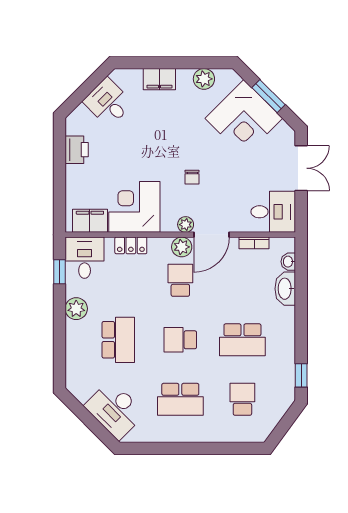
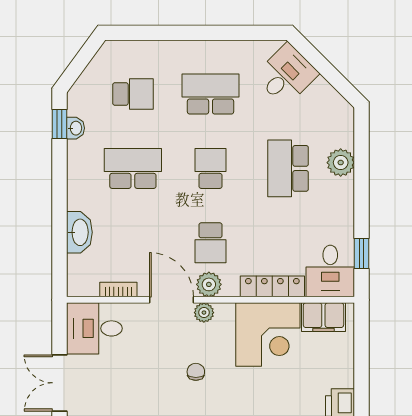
door: (212, 235) -> (172, 300), hinge flipped
locker: (131, 245) -> (272, 286), width x1.53
washbasin: (288, 262) -> (75, 128), moved
plant: (76, 309) -> (341, 163), moved
school desk: (180, 340) -> (211, 168), turned -90
school desk: (242, 399) -> (133, 94), turned -90
desk: (115, 410) -> (286, 75), width x0.73

